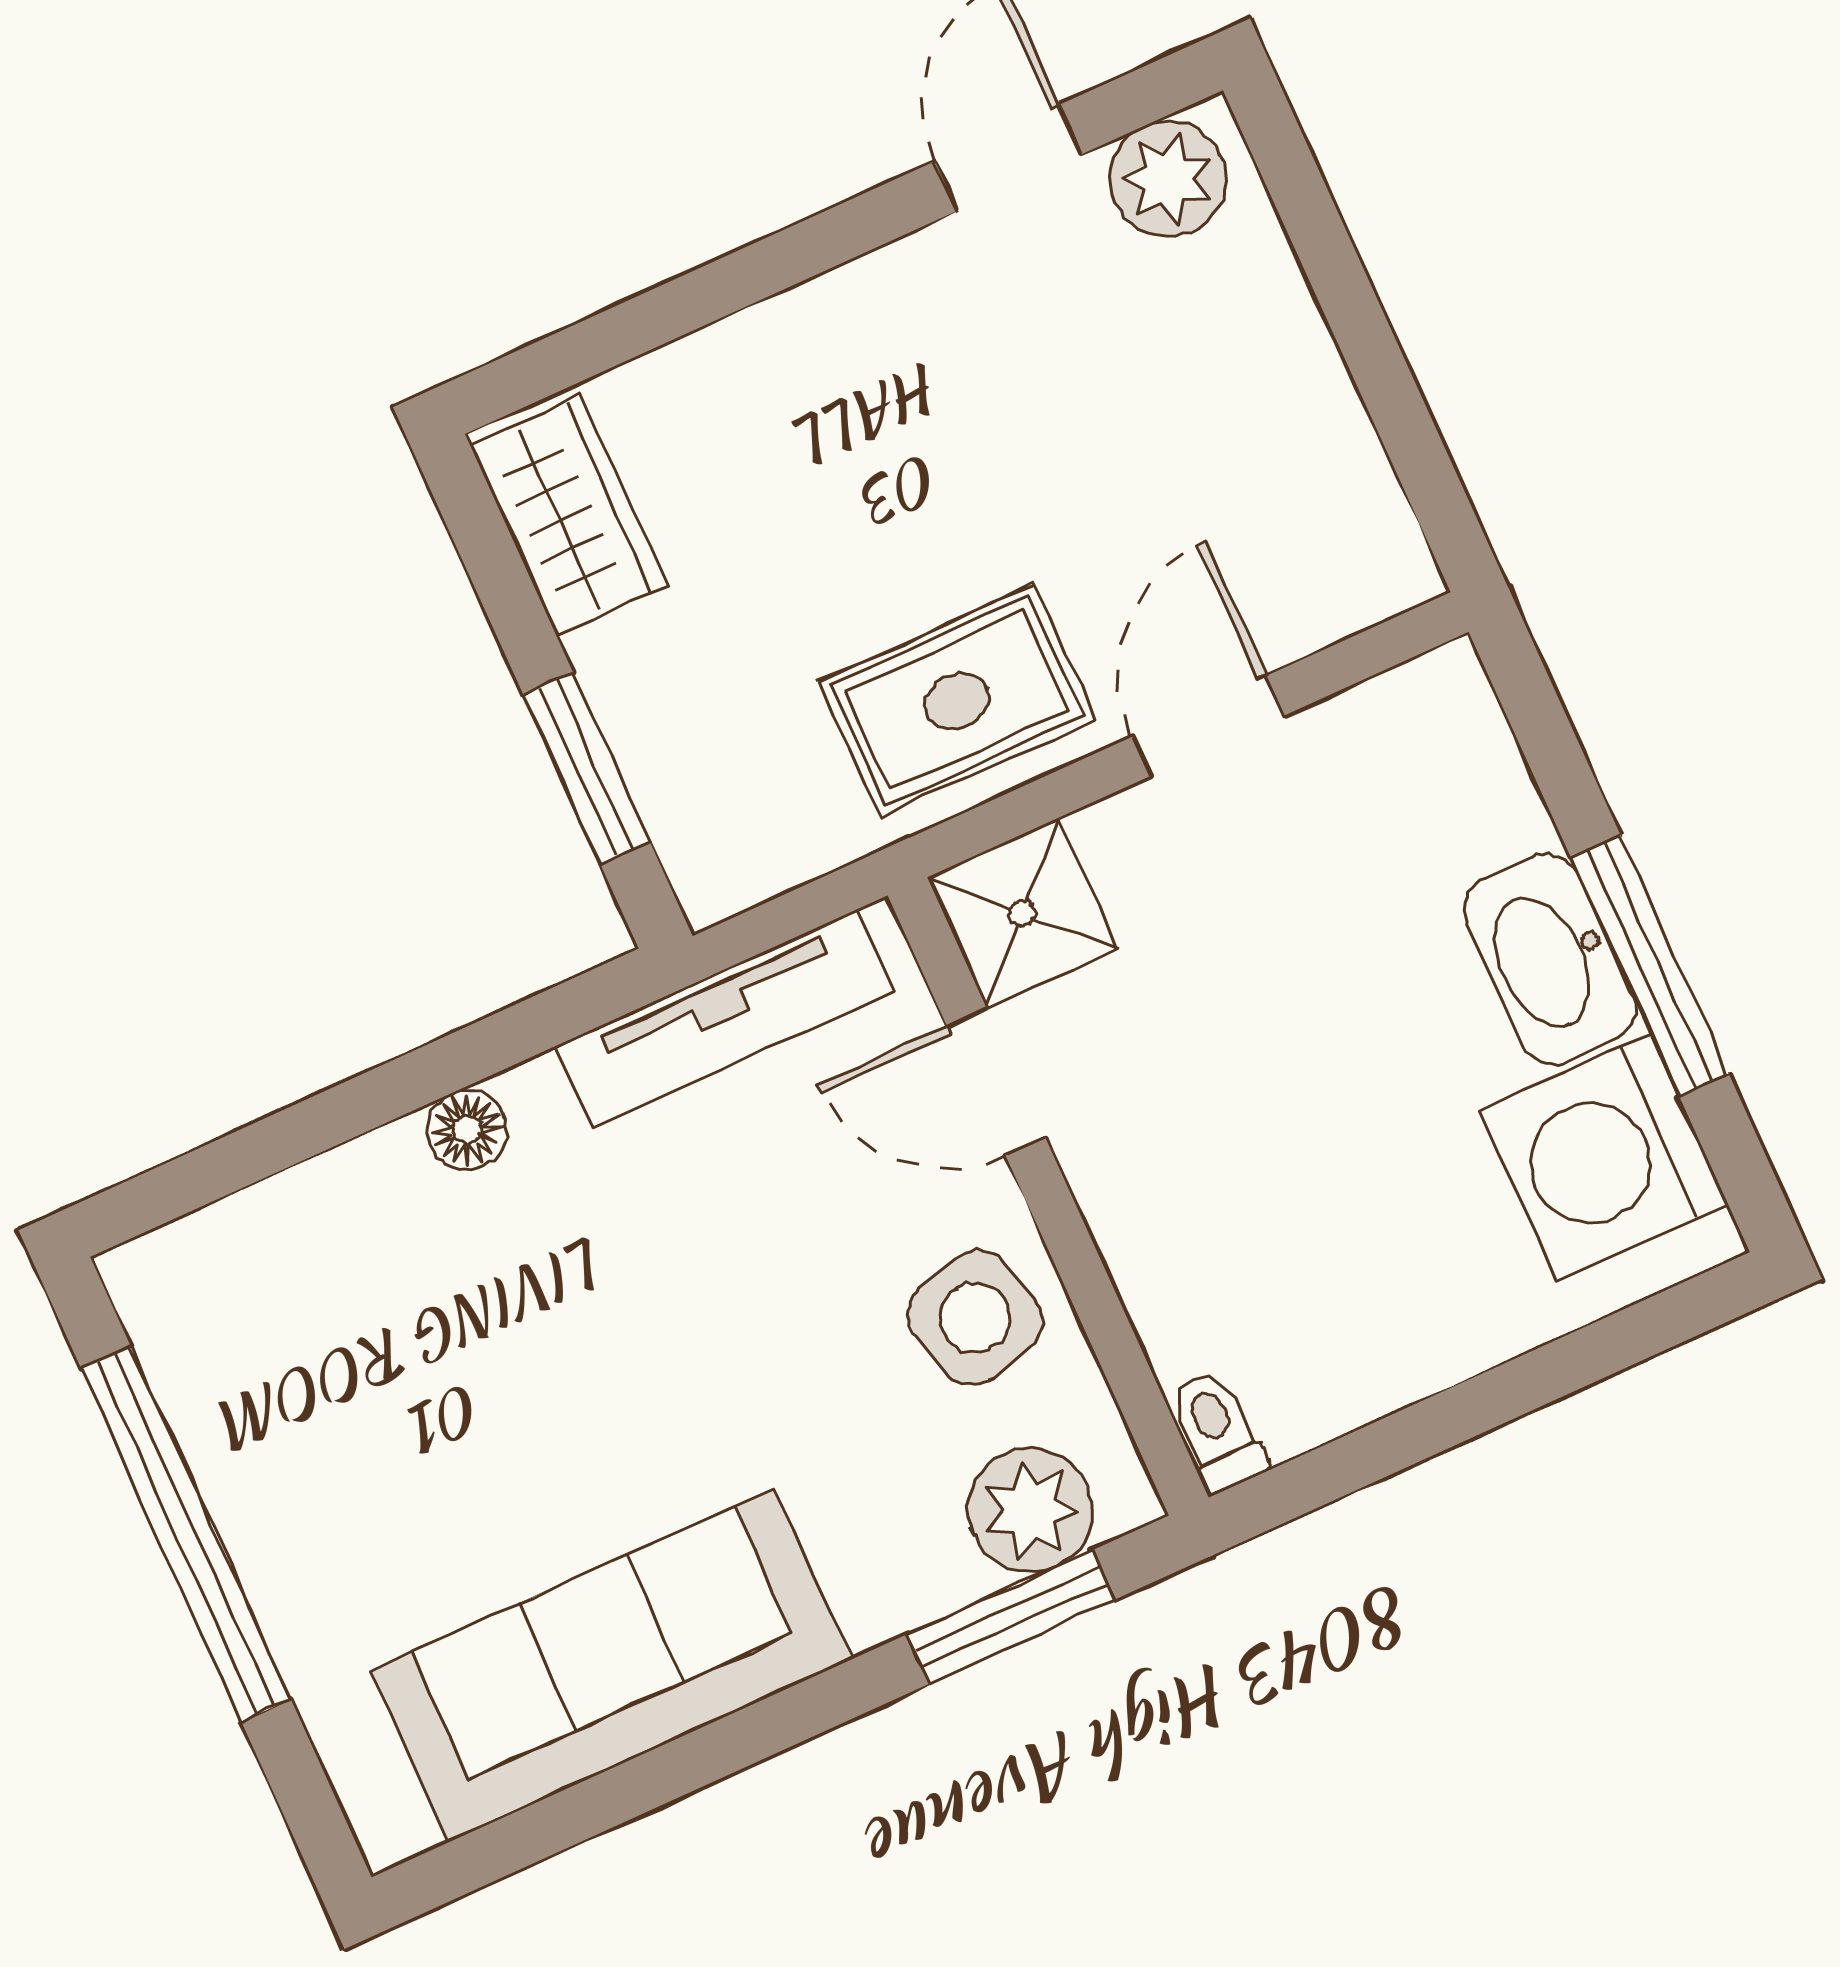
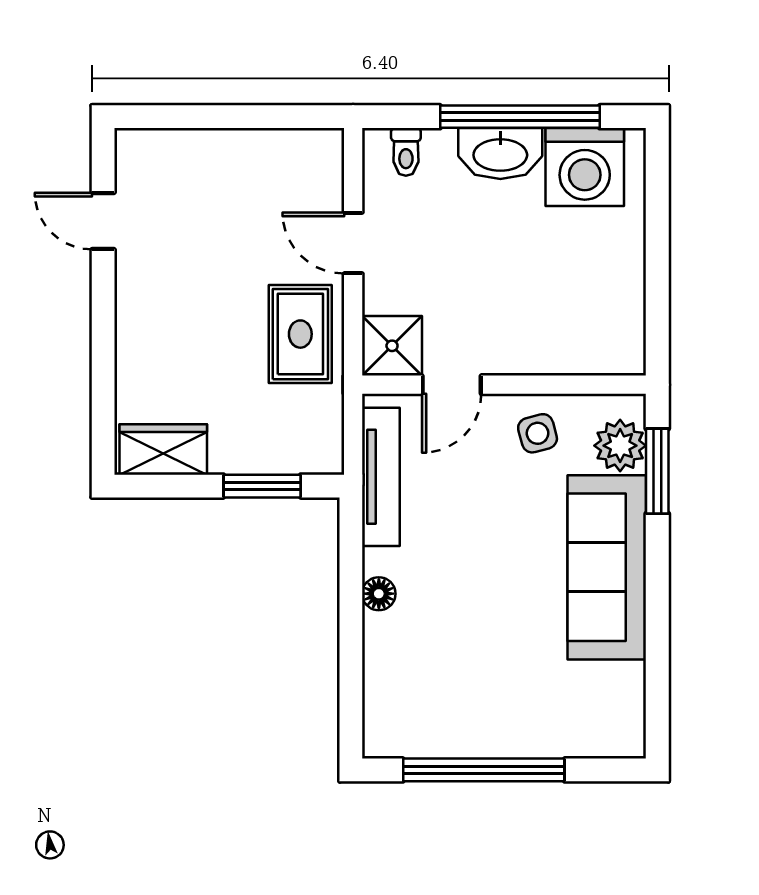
plant: (1168, 179) -> (138, 164), removed
window: (1650, 965) -> (520, 117), width x1.46
side table: (975, 1318) -> (538, 433), width x0.73, depth x0.73
toilet: (1217, 1431) -> (406, 152), moved, turned -90
sofa: (612, 1665) -> (607, 567), moved

